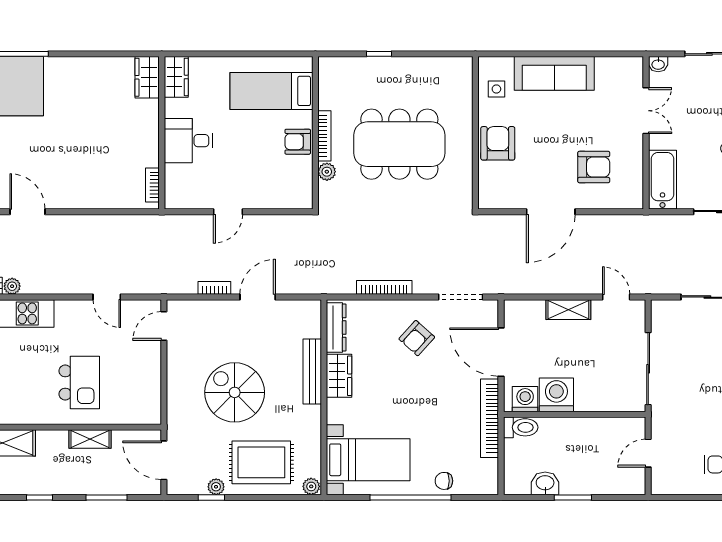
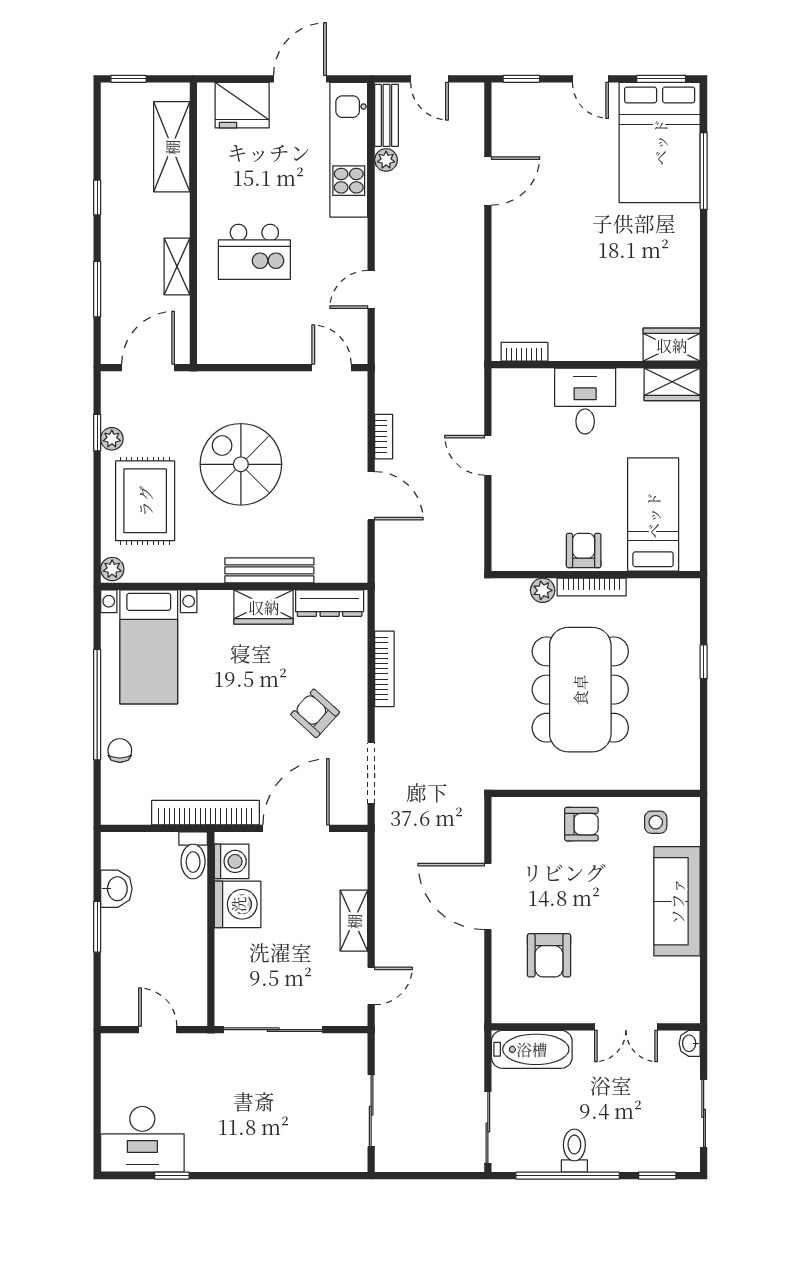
armchair: (498, 143) -> (581, 824), width x0.72, depth x0.72
spiral stairs: (235, 392) -> (241, 464), turned -90

